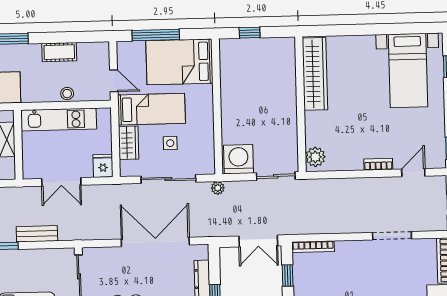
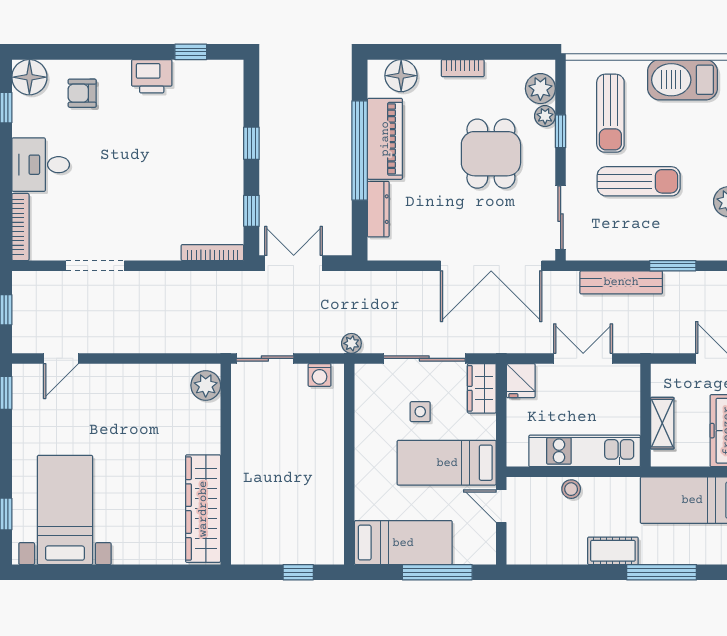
cot: (59, 52) -> (613, 551), moved
bed: (179, 62) -> (403, 543), width x0.67
wardrobe: (129, 143) -> (482, 388), moved
washing machine: (239, 159) -> (320, 375), width x0.53, depth x0.53
bookcase: (378, 164) -> (113, 372), removed
bench: (37, 234) -> (621, 282), width x1.36
double door: (155, 242) -> (491, 266), moved

